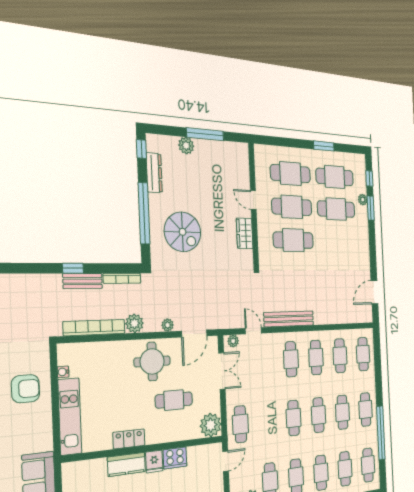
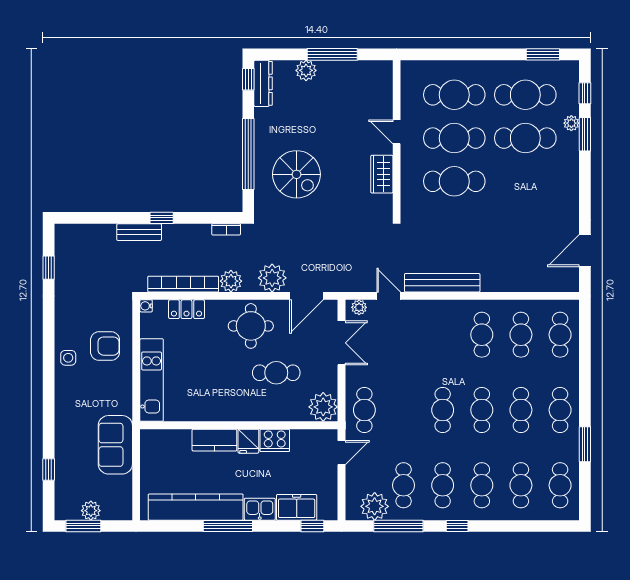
window: (324, 146) -> (543, 54), moved
dresser: (154, 173) -> (263, 83), moved
bookcase: (122, 278) -> (226, 229), width x0.64
bench: (83, 281) -> (139, 232), moved
plant: (168, 325) -> (272, 278), width x1.88, depth x1.88
cafe table: (291, 359) -> (443, 335), removed
water cooler: (63, 372) -> (146, 306), moved
window: (381, 433) -> (585, 444), width x0.47
locker: (129, 439) -> (186, 309), moved, turned 180

